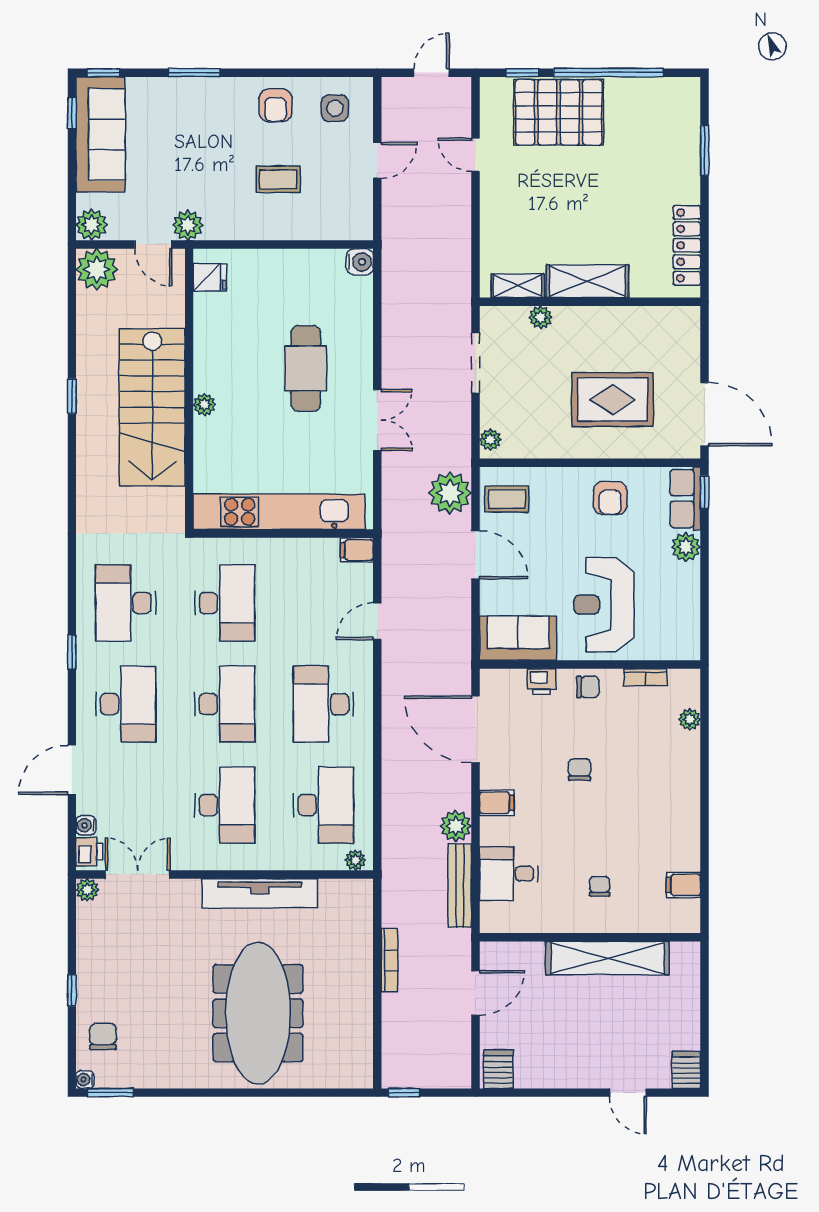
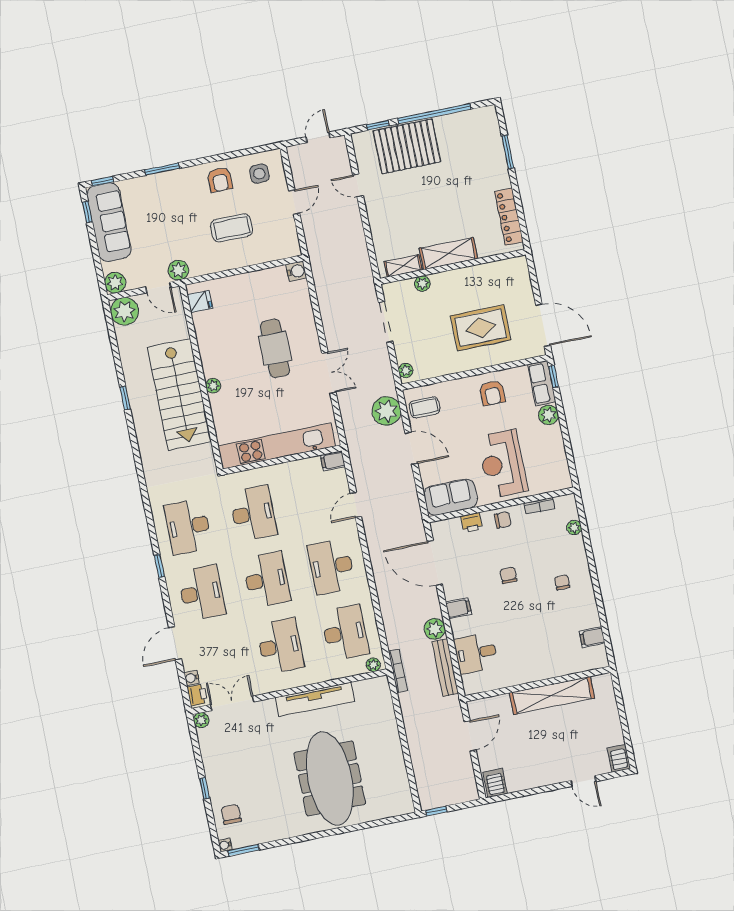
coffee table: (278, 179) -> (232, 228), width x1.36, depth x1.30
chair: (600, 886) -> (562, 582), moved
bookcase: (390, 960) -> (398, 671), moved

